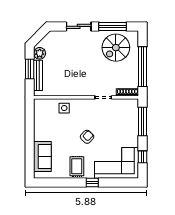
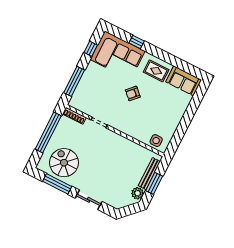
spiral stairs: (116, 48) -> (64, 163), turned -90
side table: (64, 108) -> (156, 141), moved
sofa: (42, 157) -> (184, 81), moved, turned -90
rug: (77, 166) -> (156, 71), turned 90
window: (92, 183) -> (137, 42), moved

